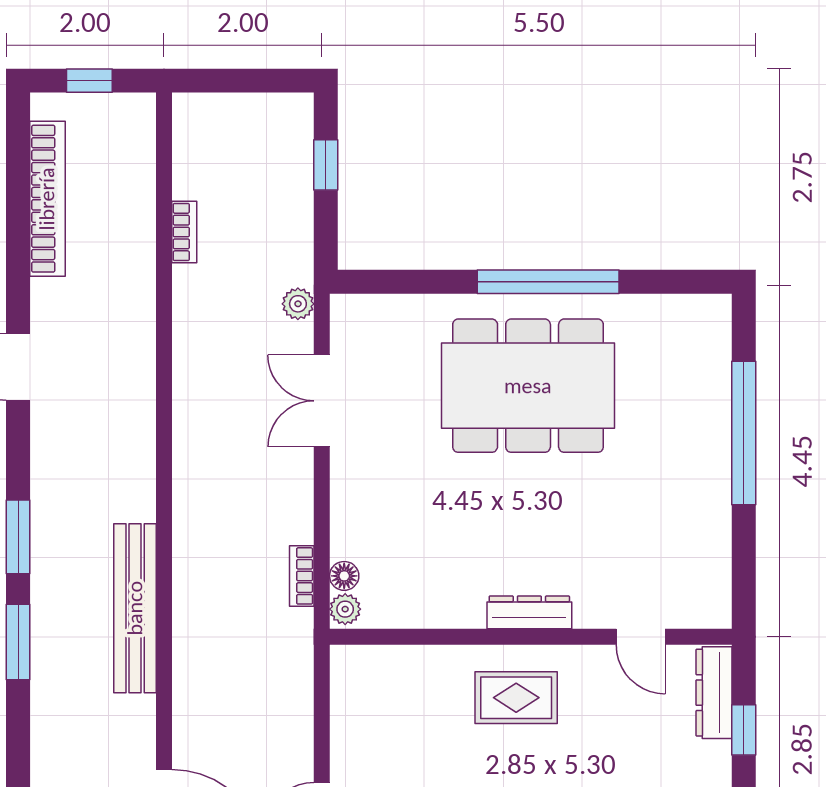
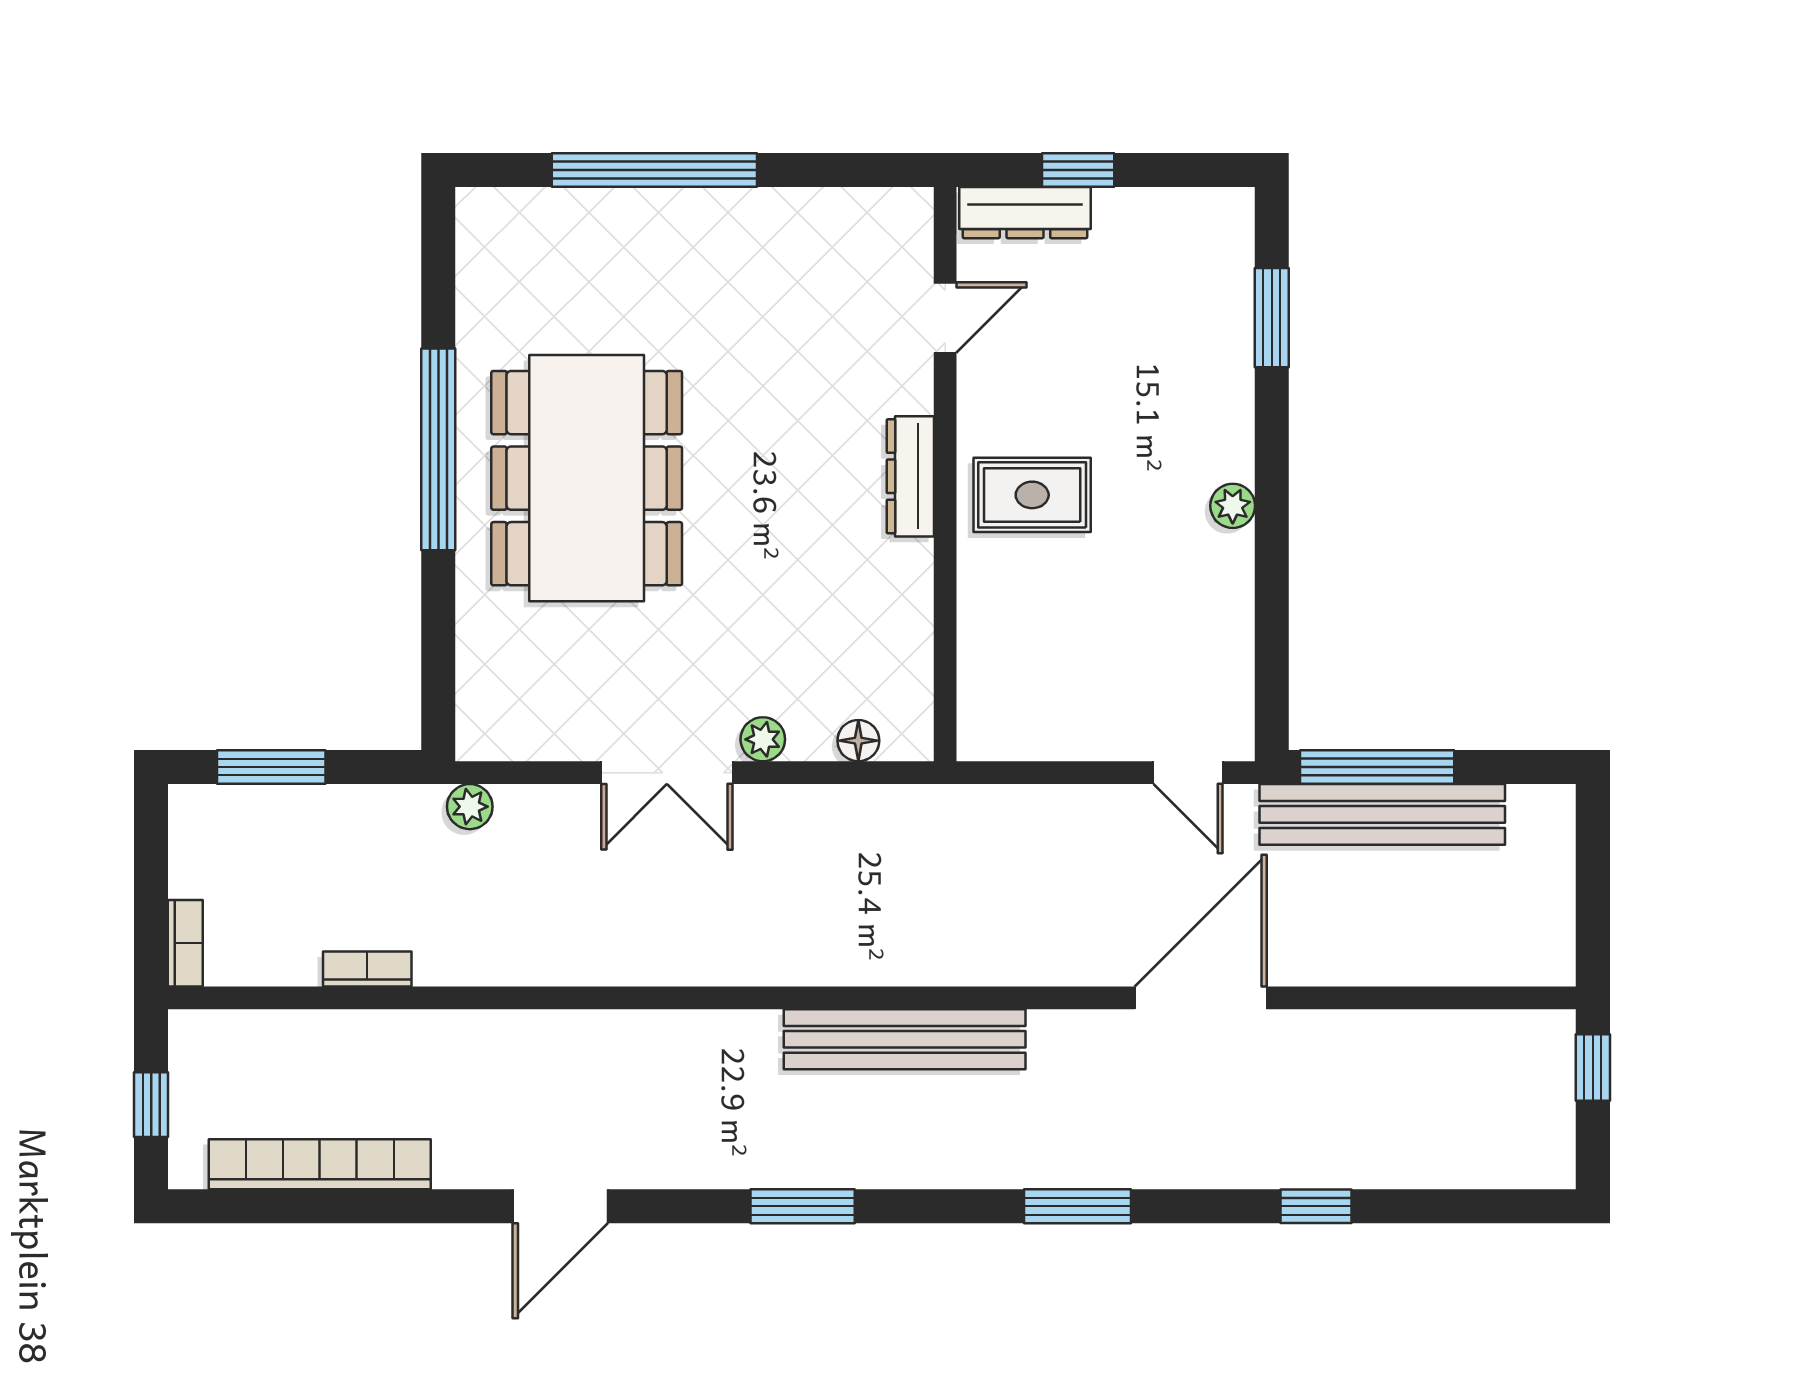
window: (326, 165) -> (271, 767), width x1.50
double door: (322, 401) -> (667, 773), moved
bookcase: (302, 576) -> (185, 943), moved, turned -90
plant: (345, 609) -> (763, 739), moved
window: (18, 642) -> (1077, 1206), moved
rug: (516, 698) -> (1032, 495), turned 90

